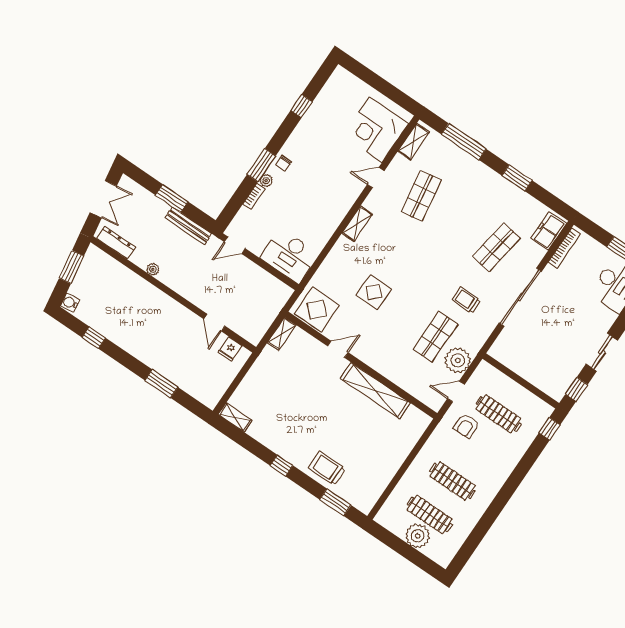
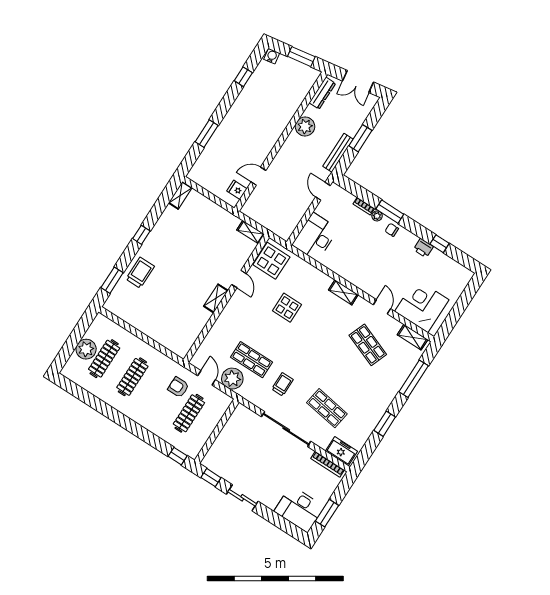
printer: (306, 126) -> (423, 248), added
shop shelf: (421, 196) -> (368, 345), turned 30
plant: (153, 269) -> (305, 127), width x1.88, depth x1.88
shelving: (375, 391) -> (216, 298), width x0.45, depth x0.75

